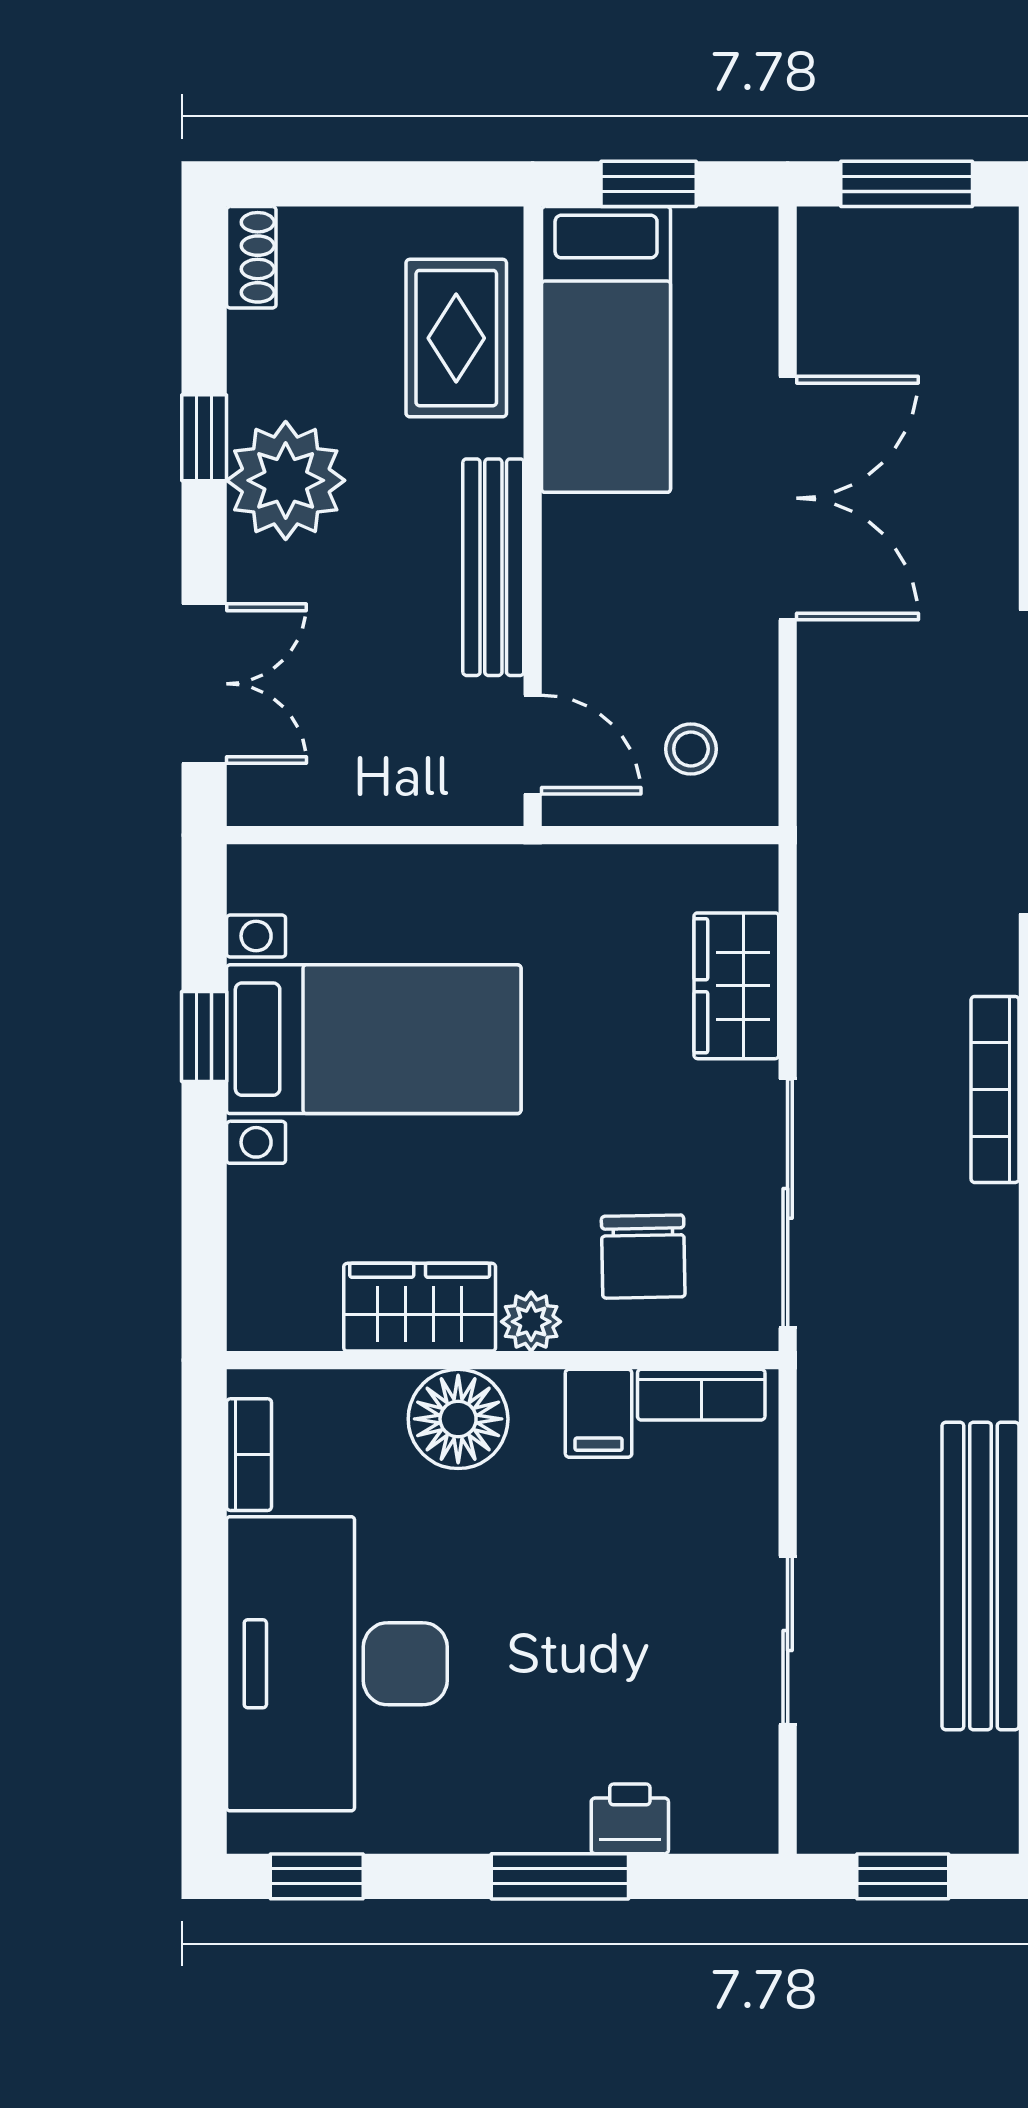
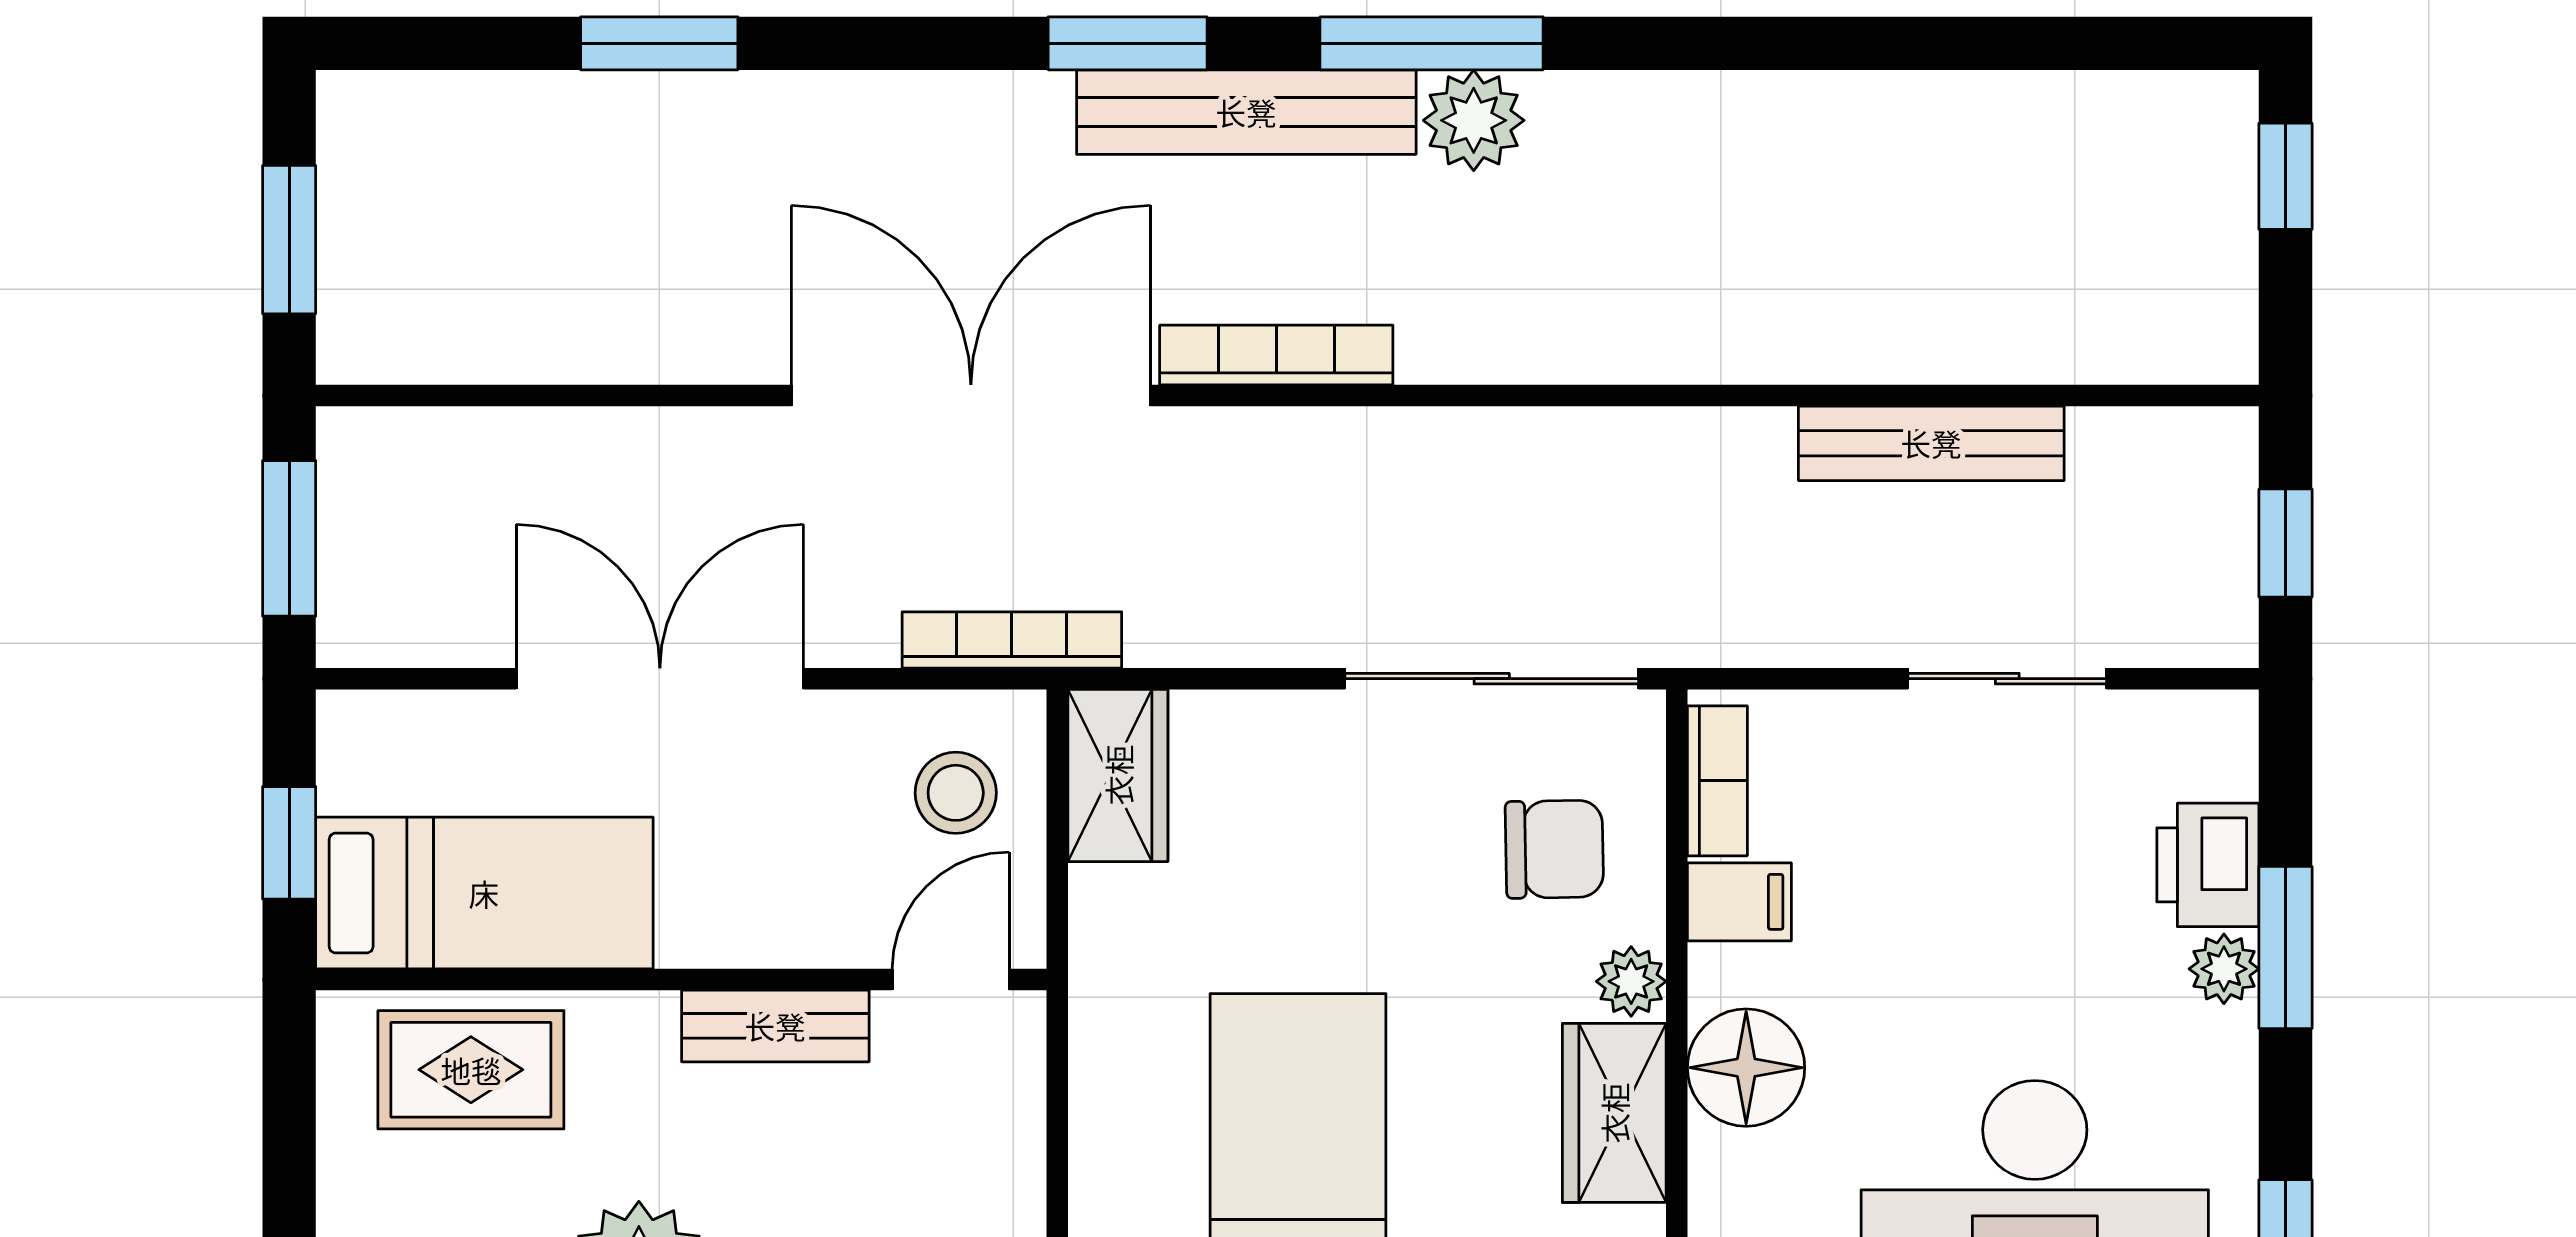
bench: (493, 567) -> (775, 1026), width x0.73
stool: (691, 749) -> (956, 793), width x1.37, depth x1.37
wardrobe: (736, 986) -> (1118, 775), moved, turned -90
bookcase: (995, 1089) -> (1012, 640), moved, turned 180
bench: (980, 1576) -> (1931, 443), width x0.73, depth x0.82
printer: (630, 1819) -> (2208, 865), width x1.36, depth x1.24
plant: (542, 1824) -> (2224, 969), added

